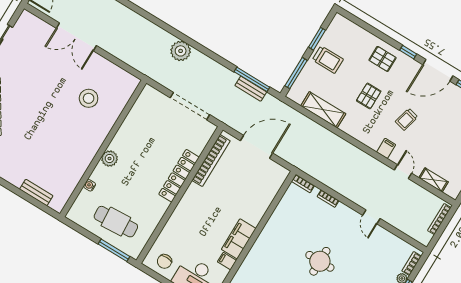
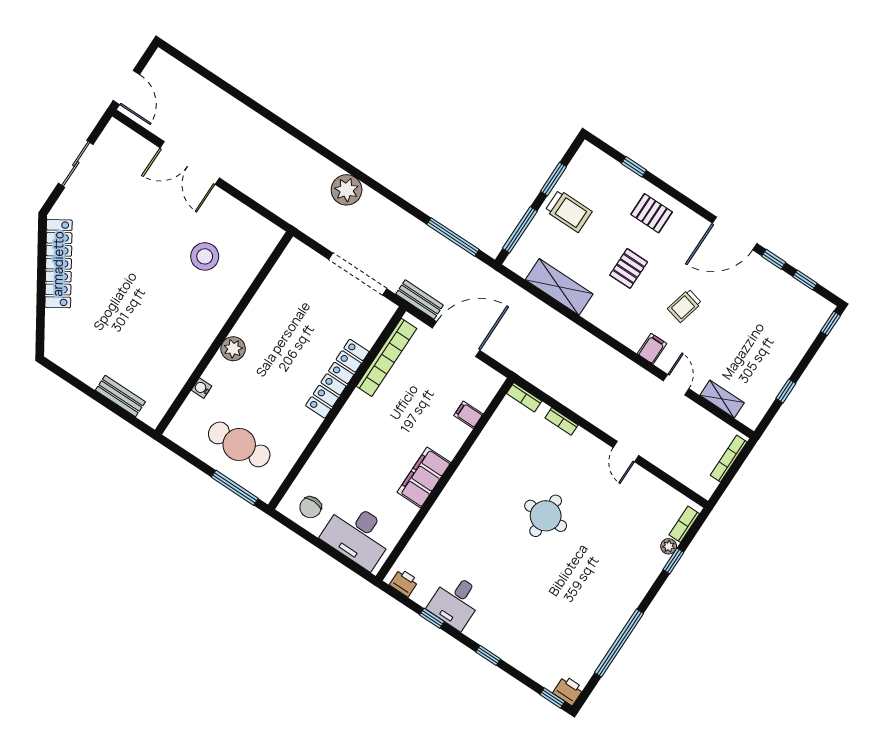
window: (408, 52) -> (634, 167), moved
bench: (251, 89) -> (420, 299), moved
filing cabinet: (227, 261) -> (468, 415), moved

